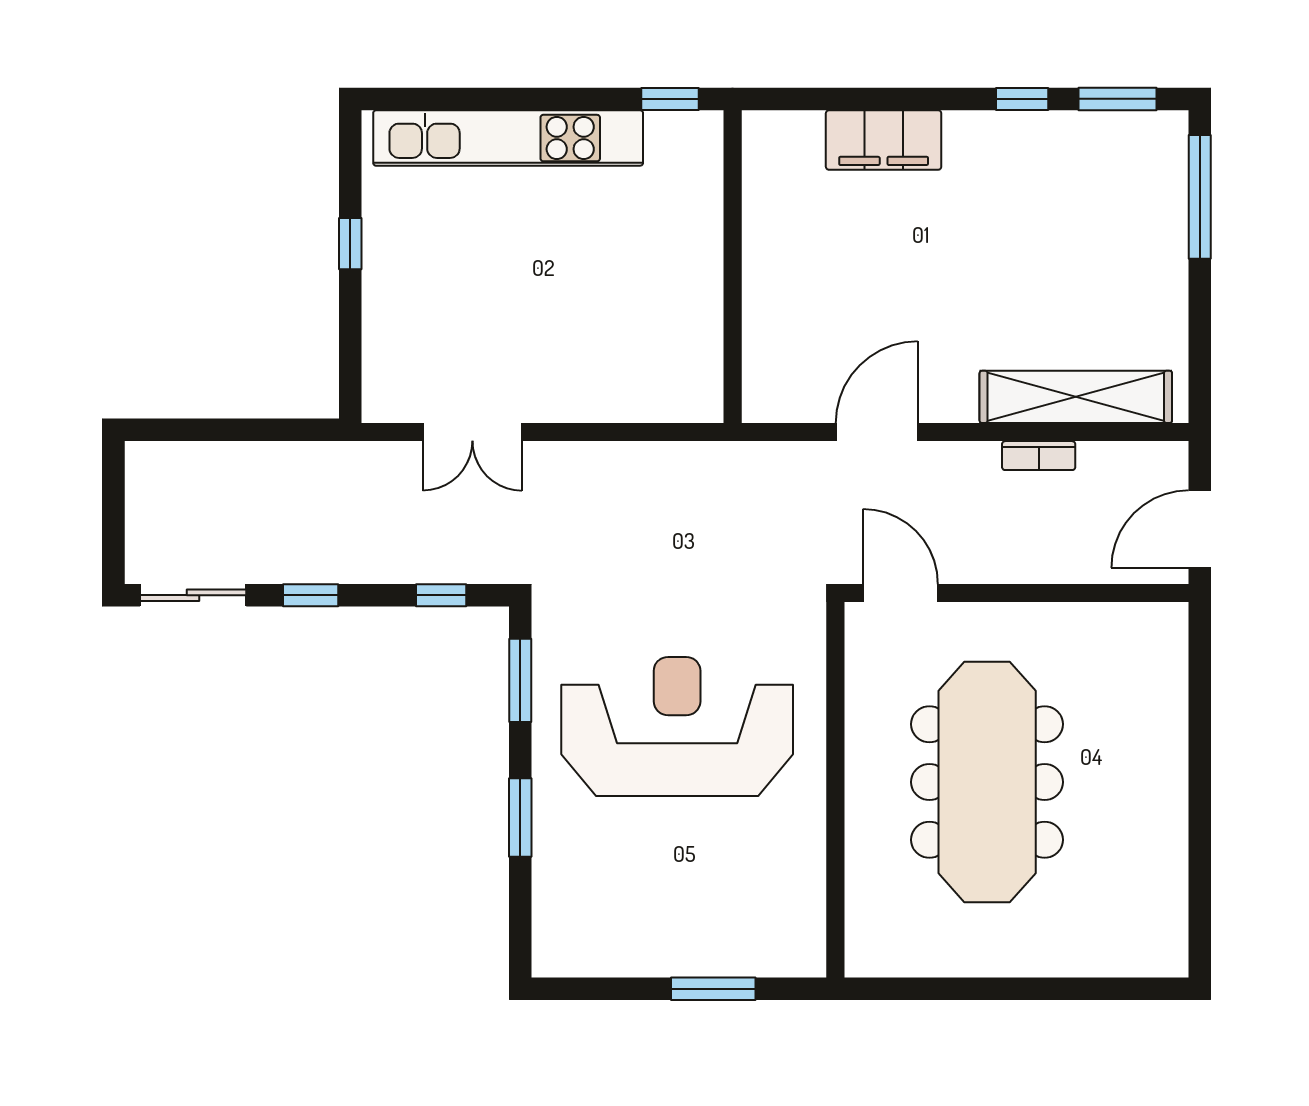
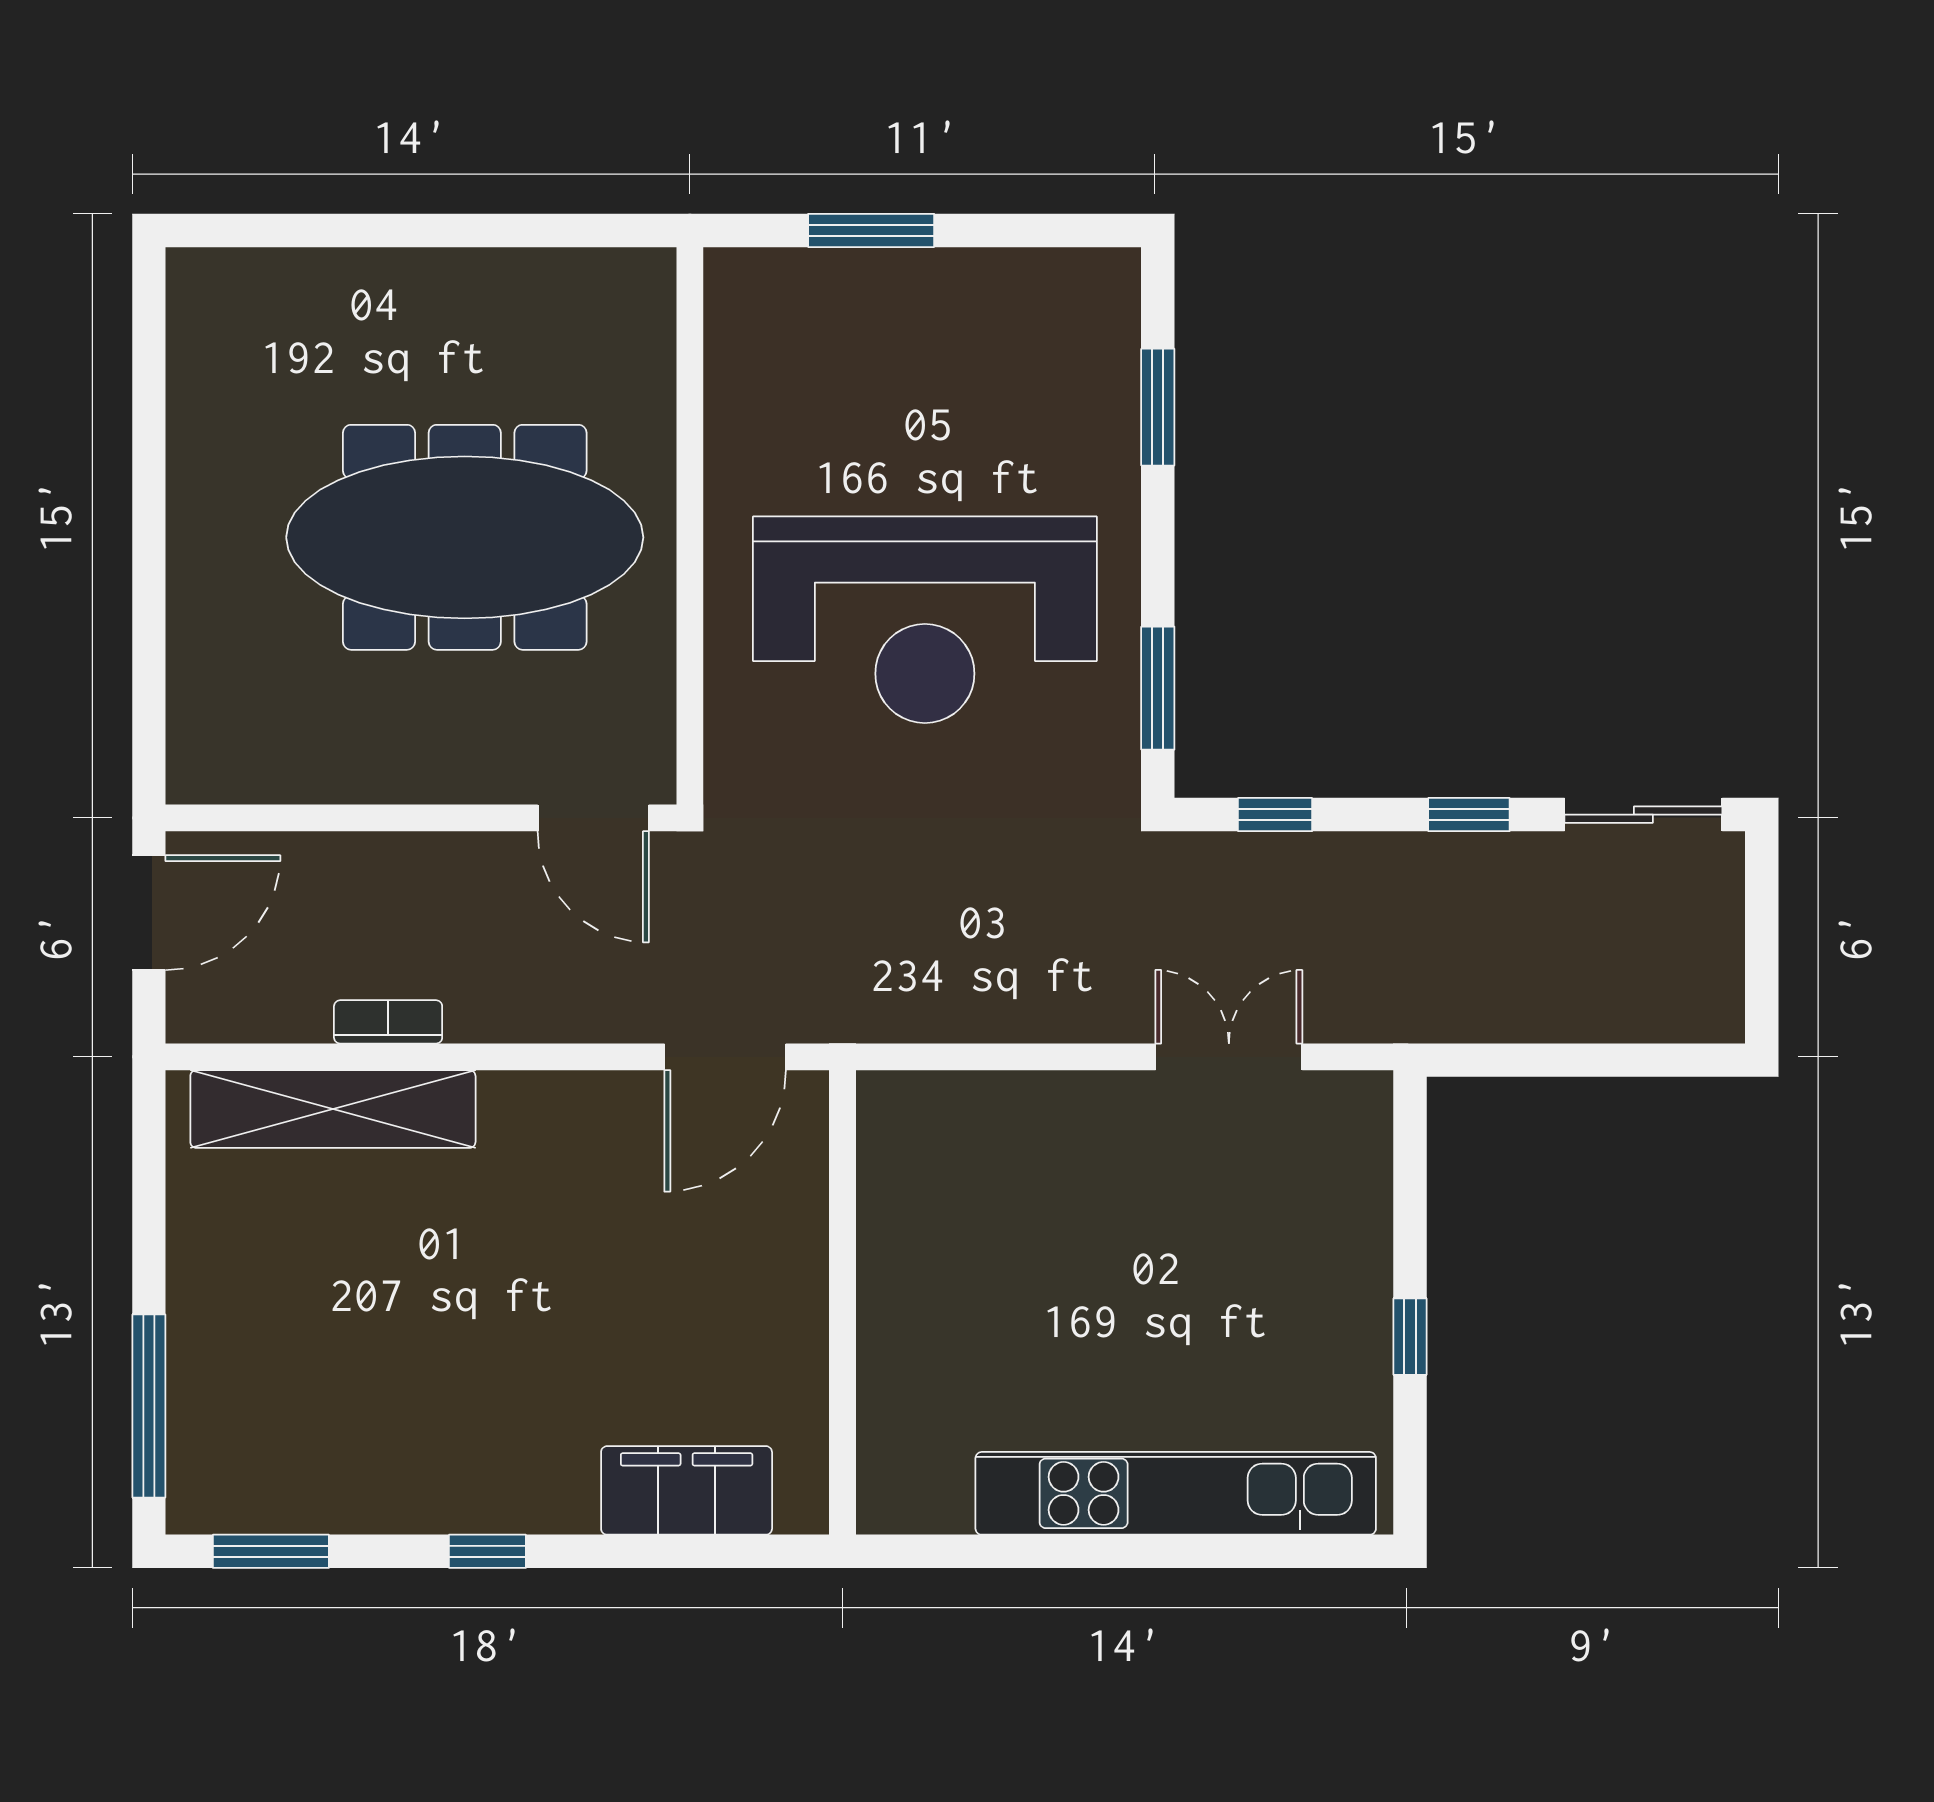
window: (670, 99) -> (935, 1551), removed
window: (1022, 99) -> (487, 1551), moved
filing cabinet: (884, 140) -> (687, 1490), moved
door: (877, 432) -> (725, 1057), moved
meeting table: (987, 782) -> (465, 537), turned 90
window: (520, 817) -> (1158, 407), moved

